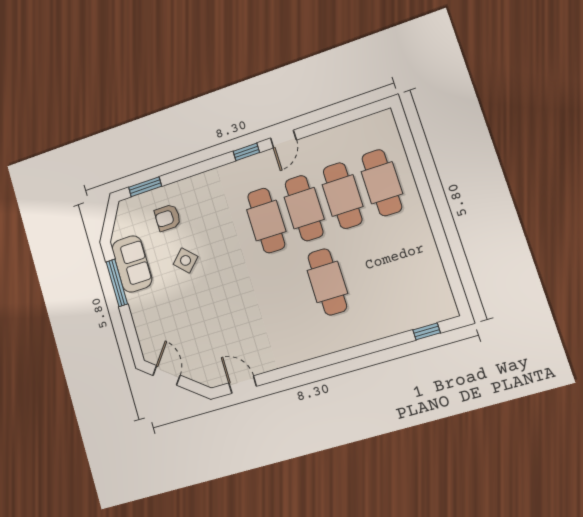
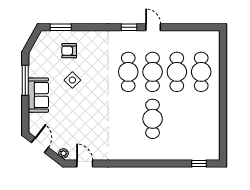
door: (283, 139) -> (153, 27), swing flipped
sofa: (132, 264) -> (38, 95), moved
plant: (206, 378) -> (63, 153), added

